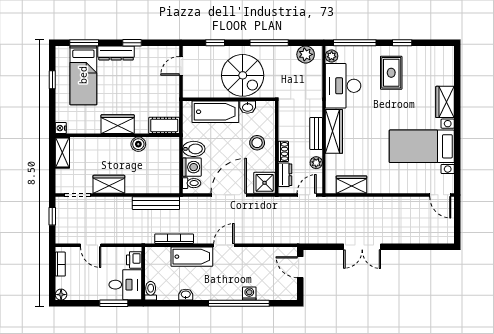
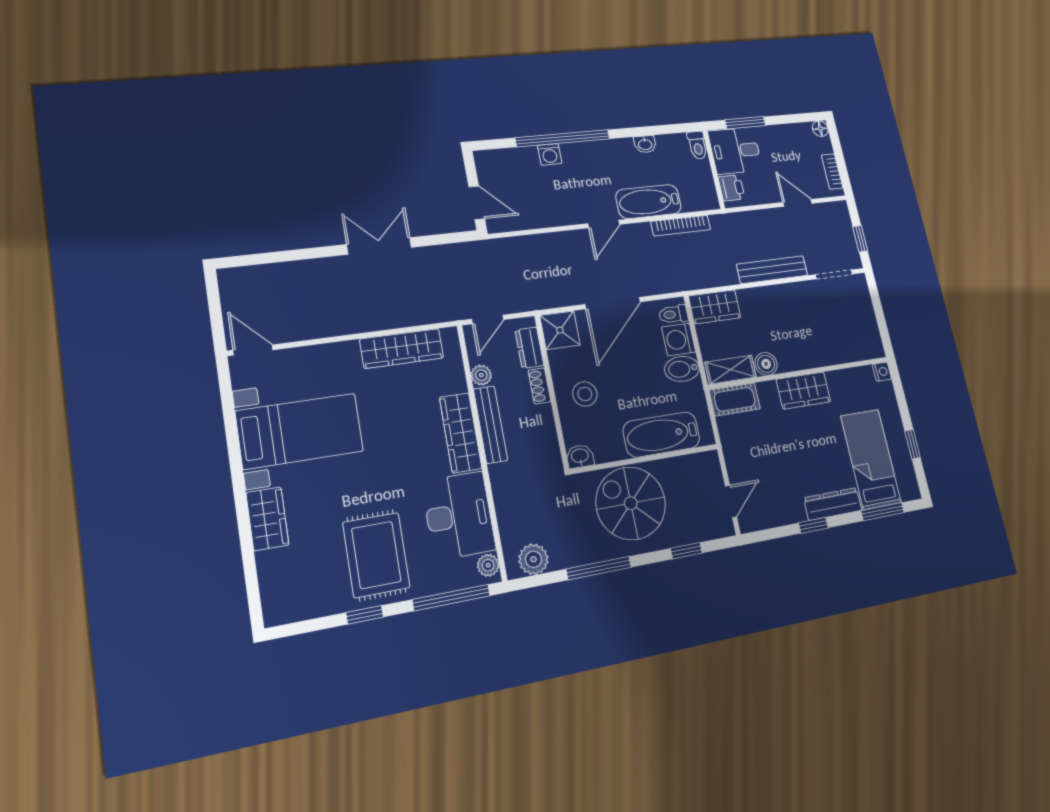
rug: (391, 73) -> (376, 555), width x1.36, depth x1.43
washbasin: (248, 107) -> (580, 456), moved
bench: (316, 133) -> (490, 425), width x1.36
shelving: (62, 153) -> (731, 370), moved, turned 90
wardrobe: (109, 184) -> (715, 307), moved
wardrobe: (351, 185) -> (402, 348), width x1.50
bench: (156, 203) -> (772, 270), moved

